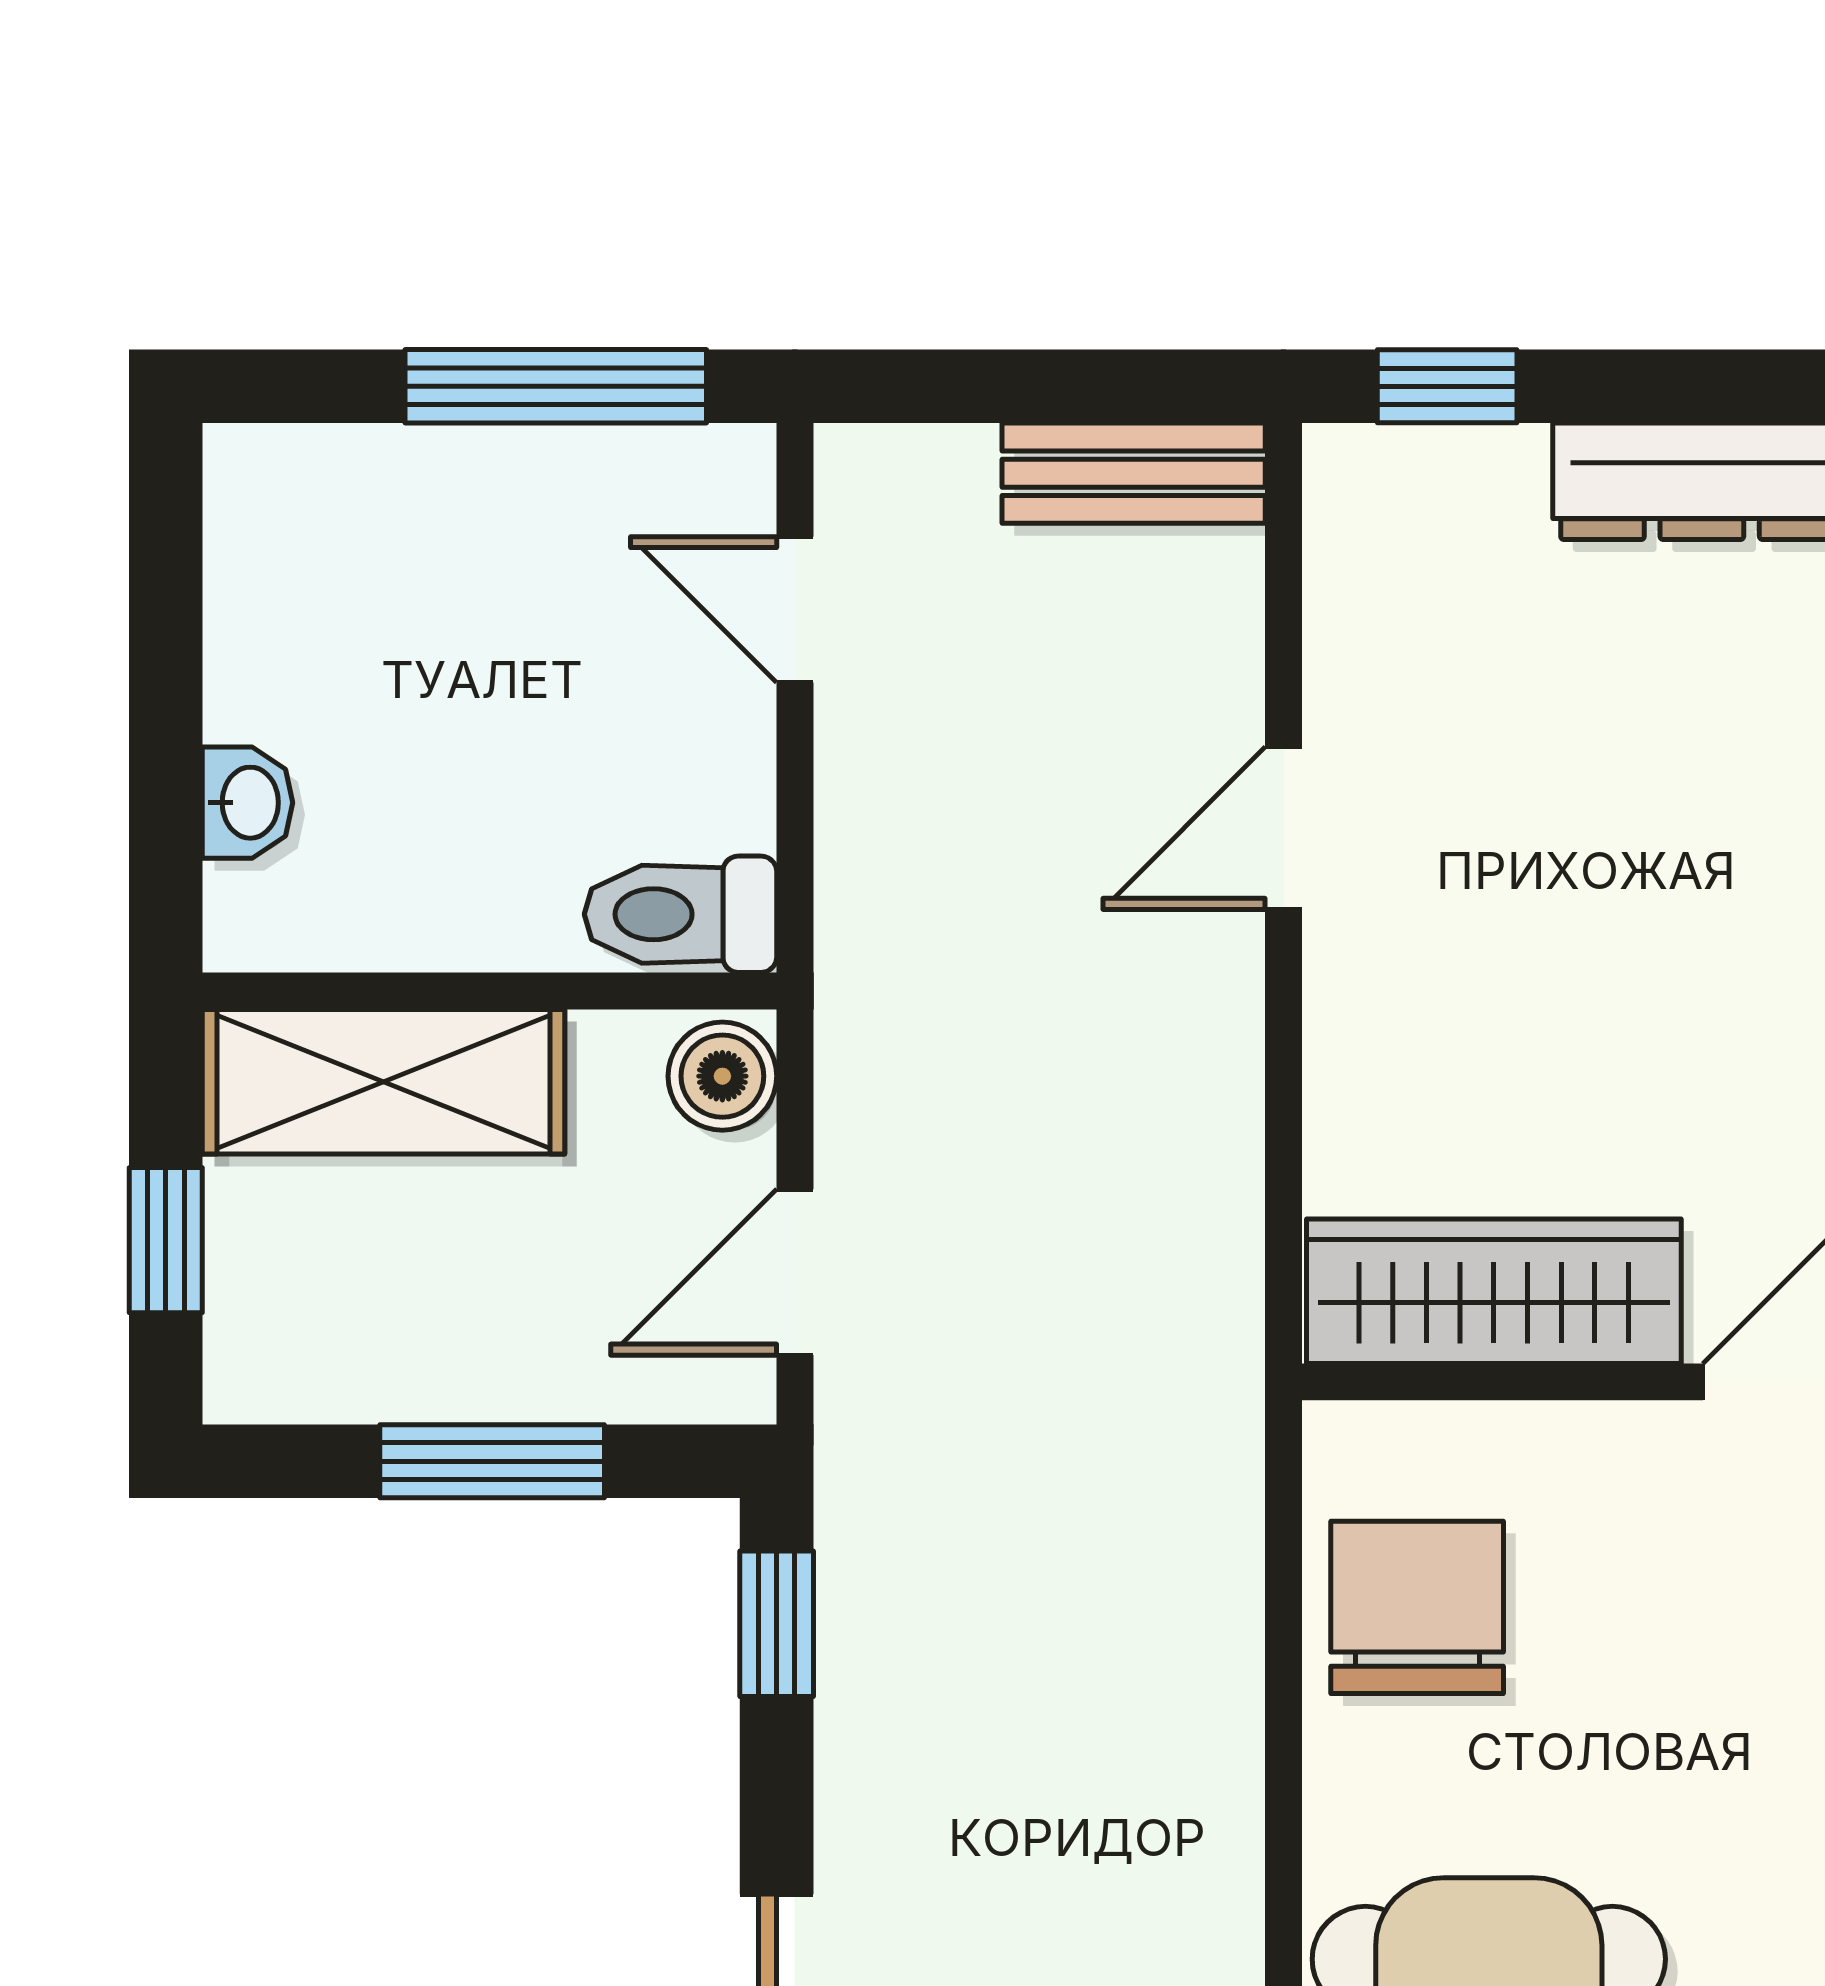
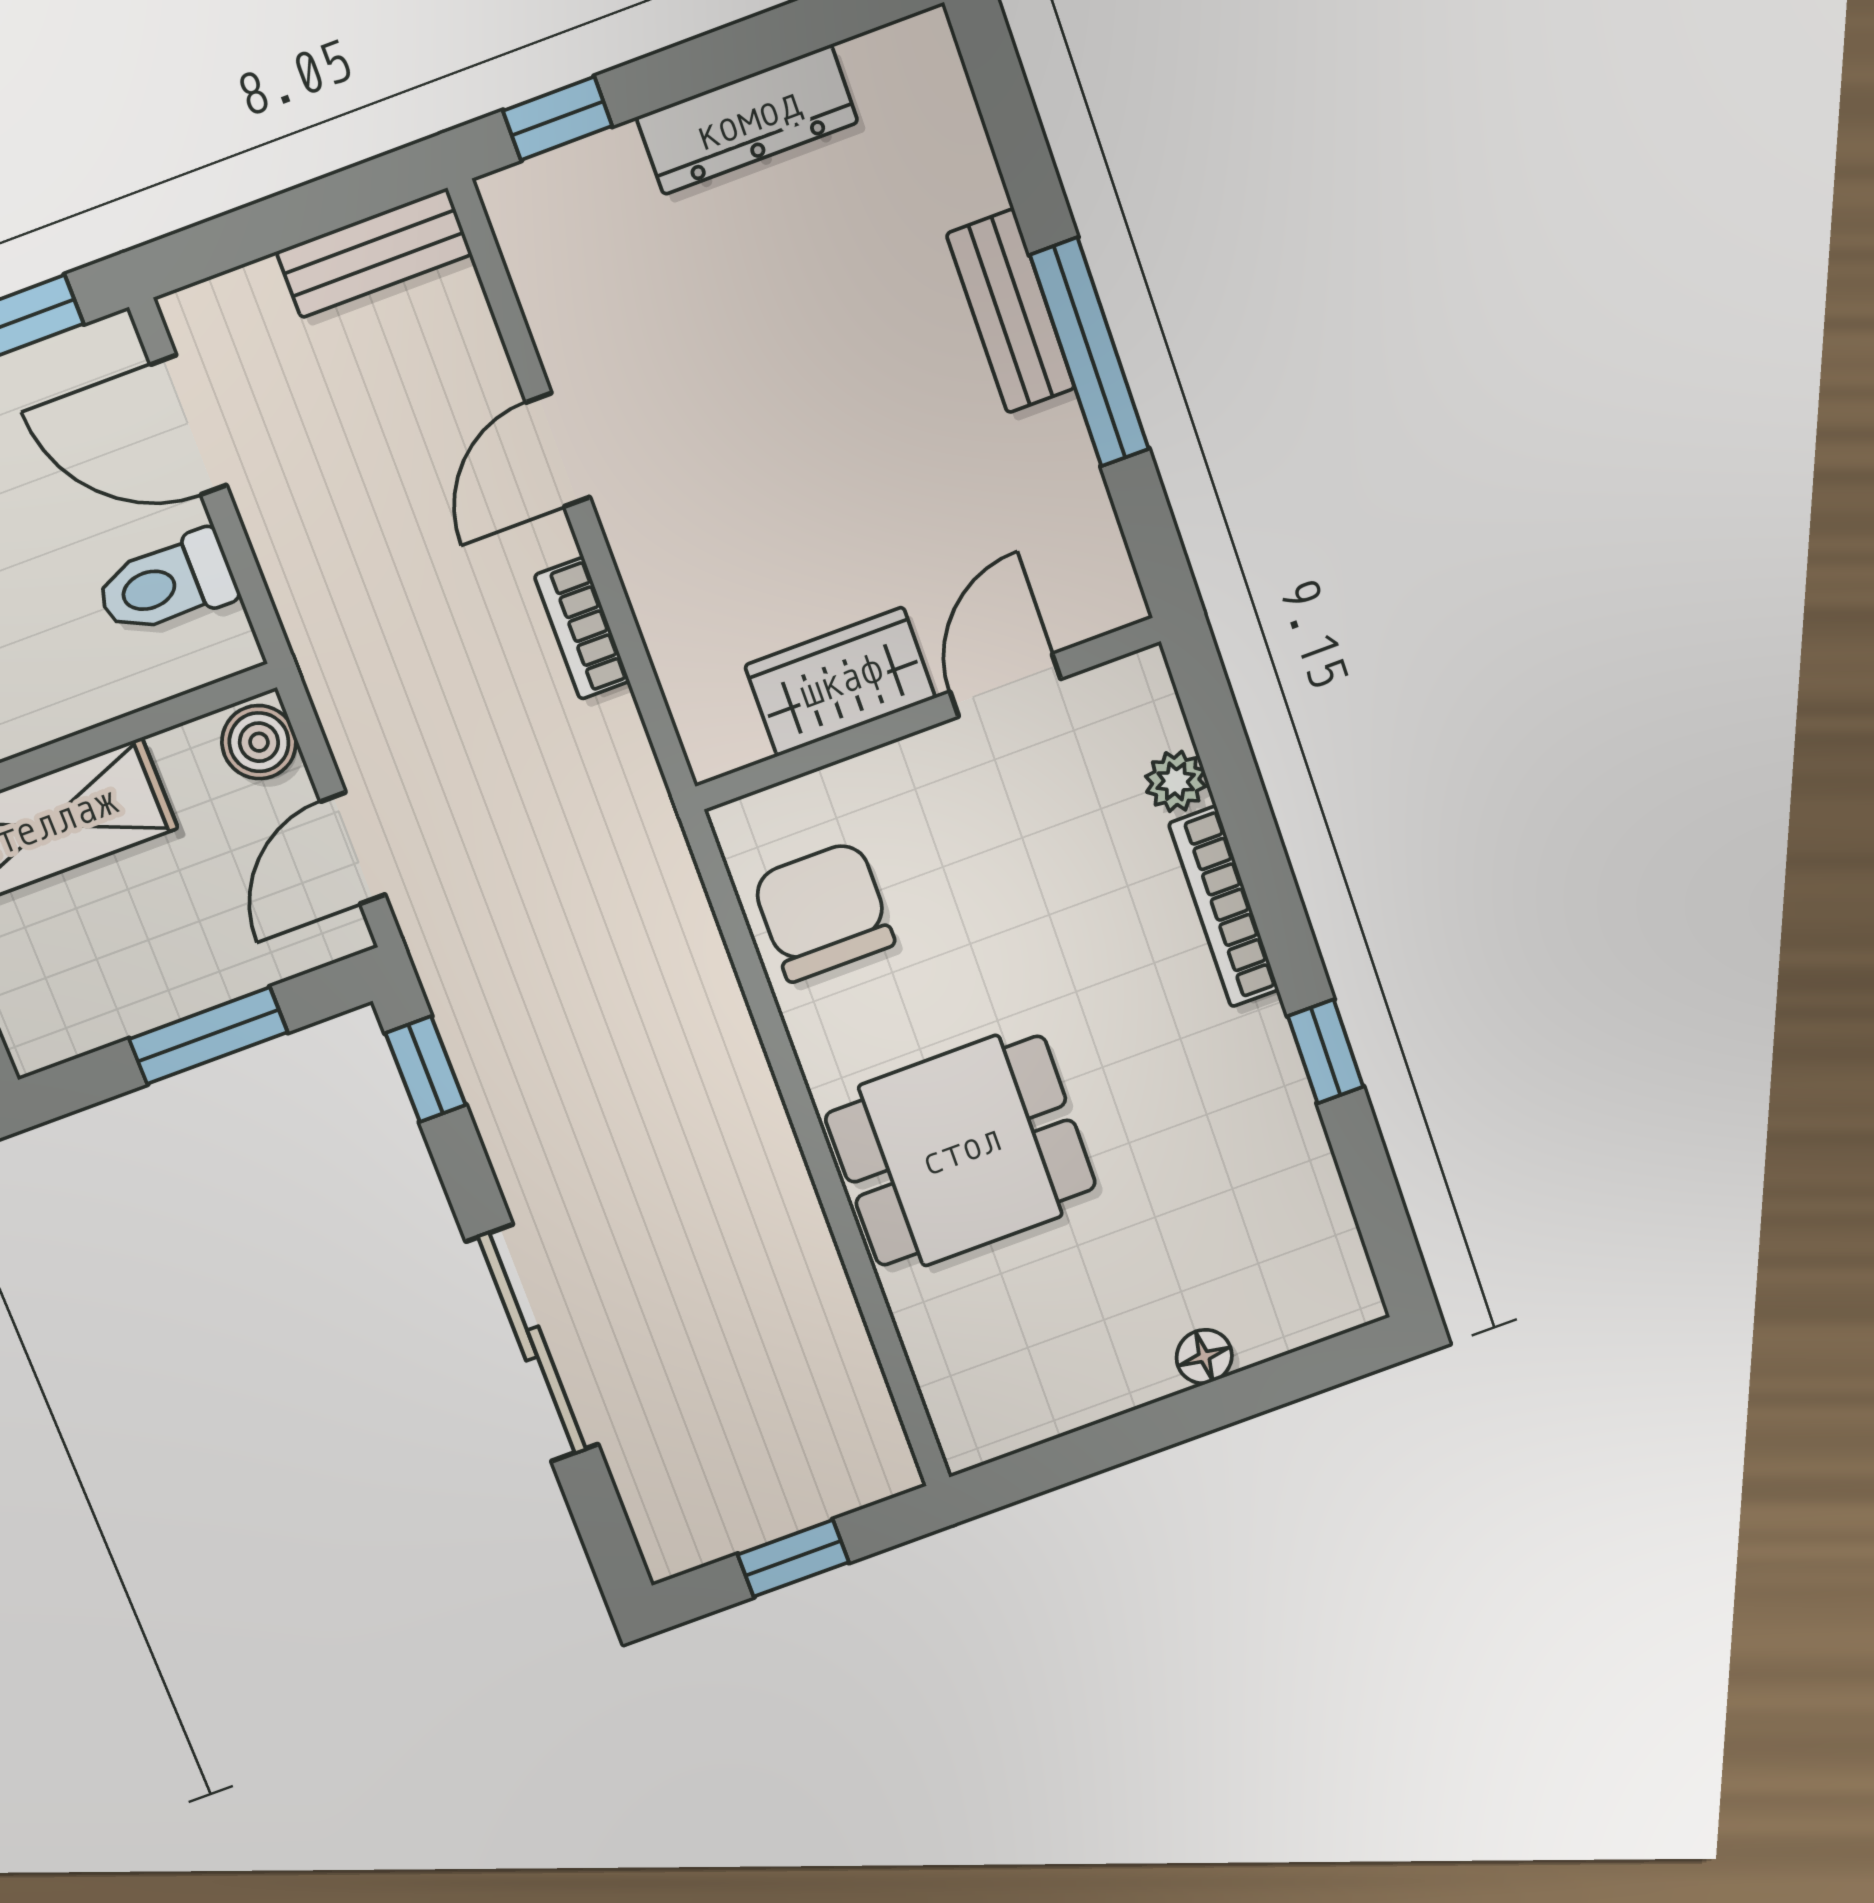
door: (795, 610) -> (189, 425), width x1.38
toilet: (680, 914) -> (166, 584), moved
bookcase: (1226, 1084) -> (582, 628), added
wardrobe: (1494, 1291) -> (840, 682), width x0.67

